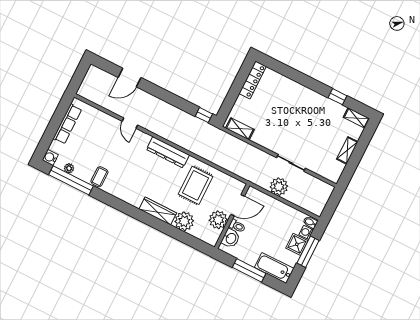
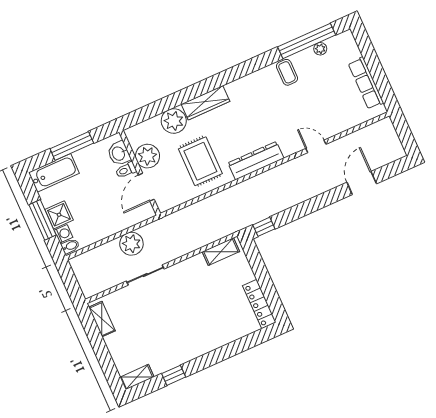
shelving: (347, 150) -> (102, 319), moved
water cooler: (50, 157) -> (346, 39), removed

